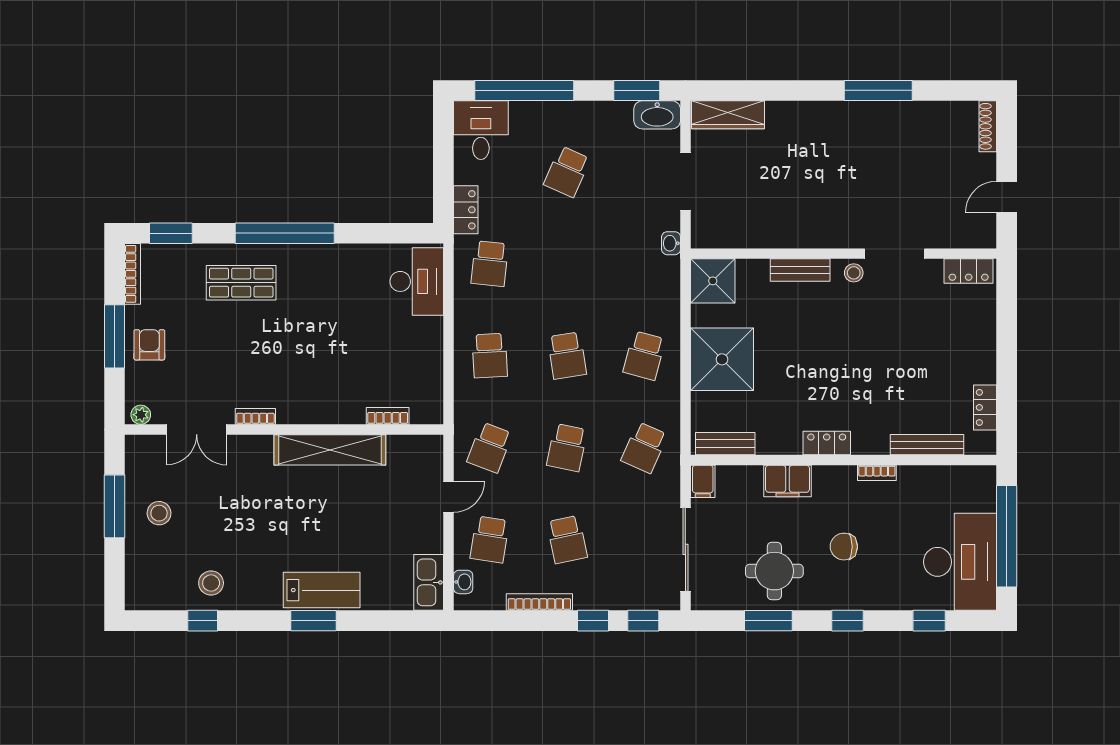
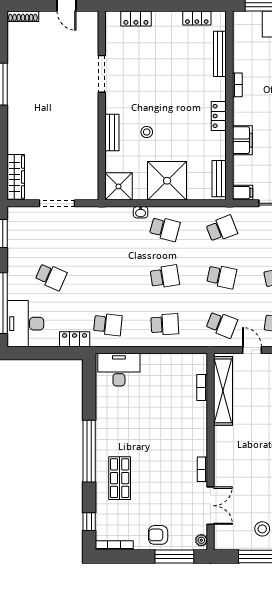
washbasin: (657, 115) -> (16, 221), removed
desk: (481, 130) -> (25, 324), width x1.37
window: (171, 233) -> (89, 522), width x0.67
washbasin: (671, 243) -> (141, 212), moved
locker: (969, 271) -> (136, 19), moved, turned 90
stool: (854, 273) -> (147, 132), moved
window: (115, 336) -> (174, 556), moved
school desk: (644, 448) -> (222, 229), turned -45
shelving: (330, 450) -> (223, 391), moved

